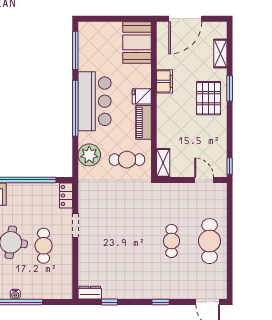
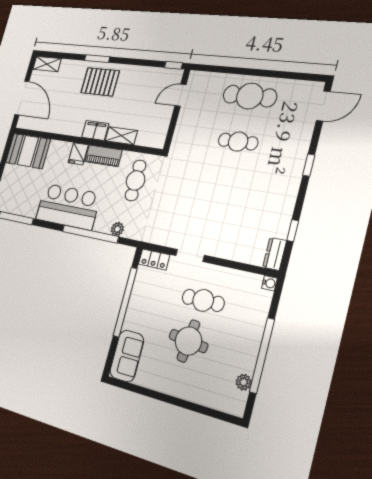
shelving: (220, 54) -> (47, 64), moved
filing cabinet: (164, 81) -> (95, 130), moved
window: (75, 108) -> (90, 234), moved
plant: (89, 155) -> (117, 229), width x0.53, depth x0.53
shelving: (163, 163) -> (121, 136), moved
water cooler: (15, 294) -> (269, 283), moved

